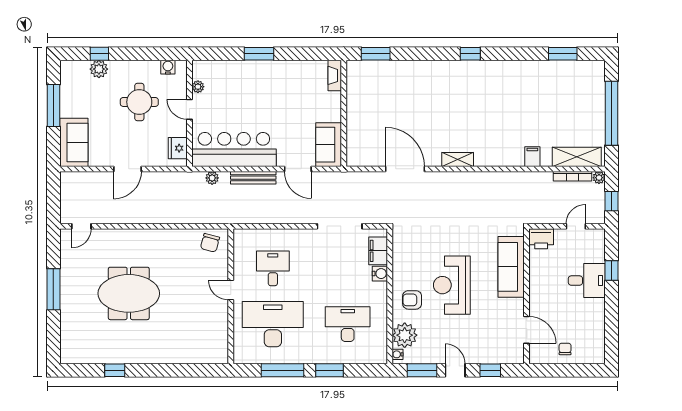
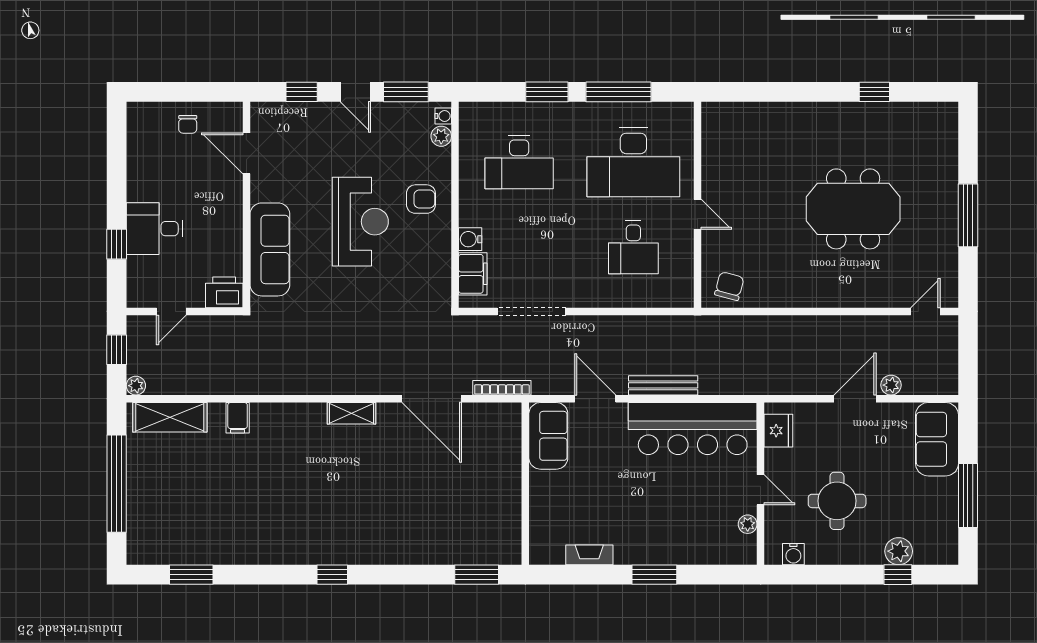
fireplace: (335, 75) -> (589, 555), moved, turned -90
bookcase: (572, 176) -> (502, 388), moved
plant: (212, 178) -> (891, 385), moved
plant: (405, 335) -> (441, 136), width x0.53, depth x0.53

